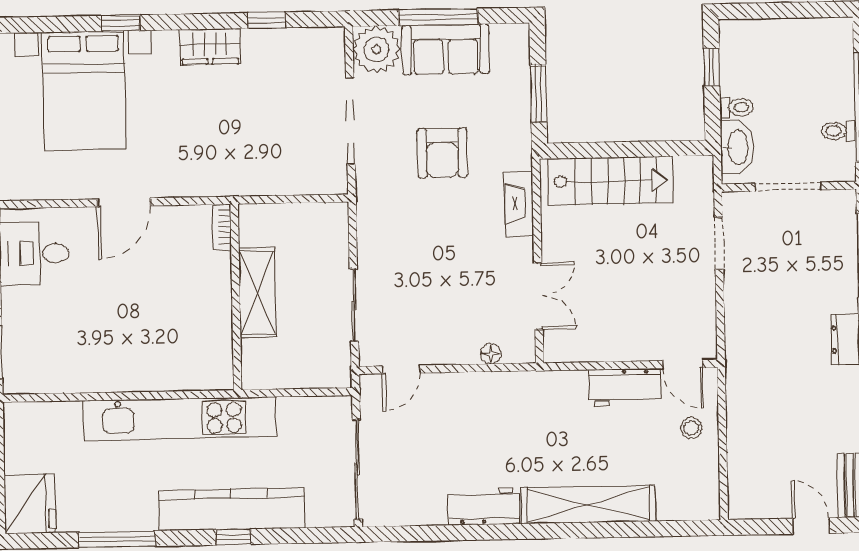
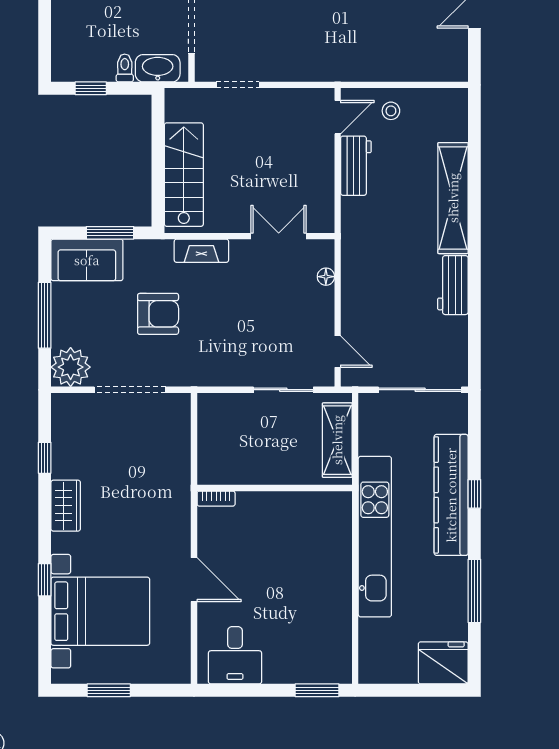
sofa: (446, 49) -> (87, 260), moved, turned 90
shelving: (257, 293) -> (337, 440), moved, turned 90

